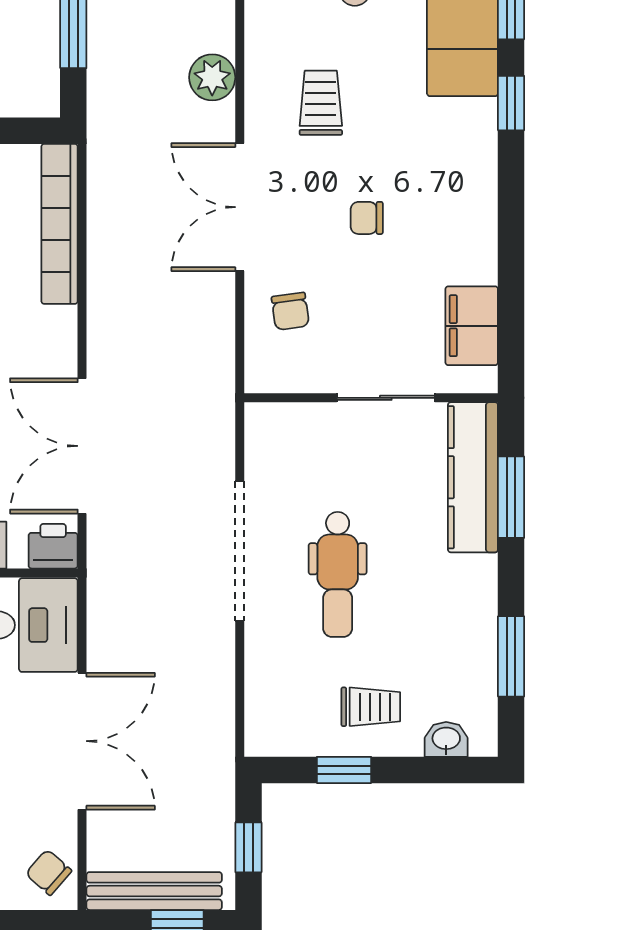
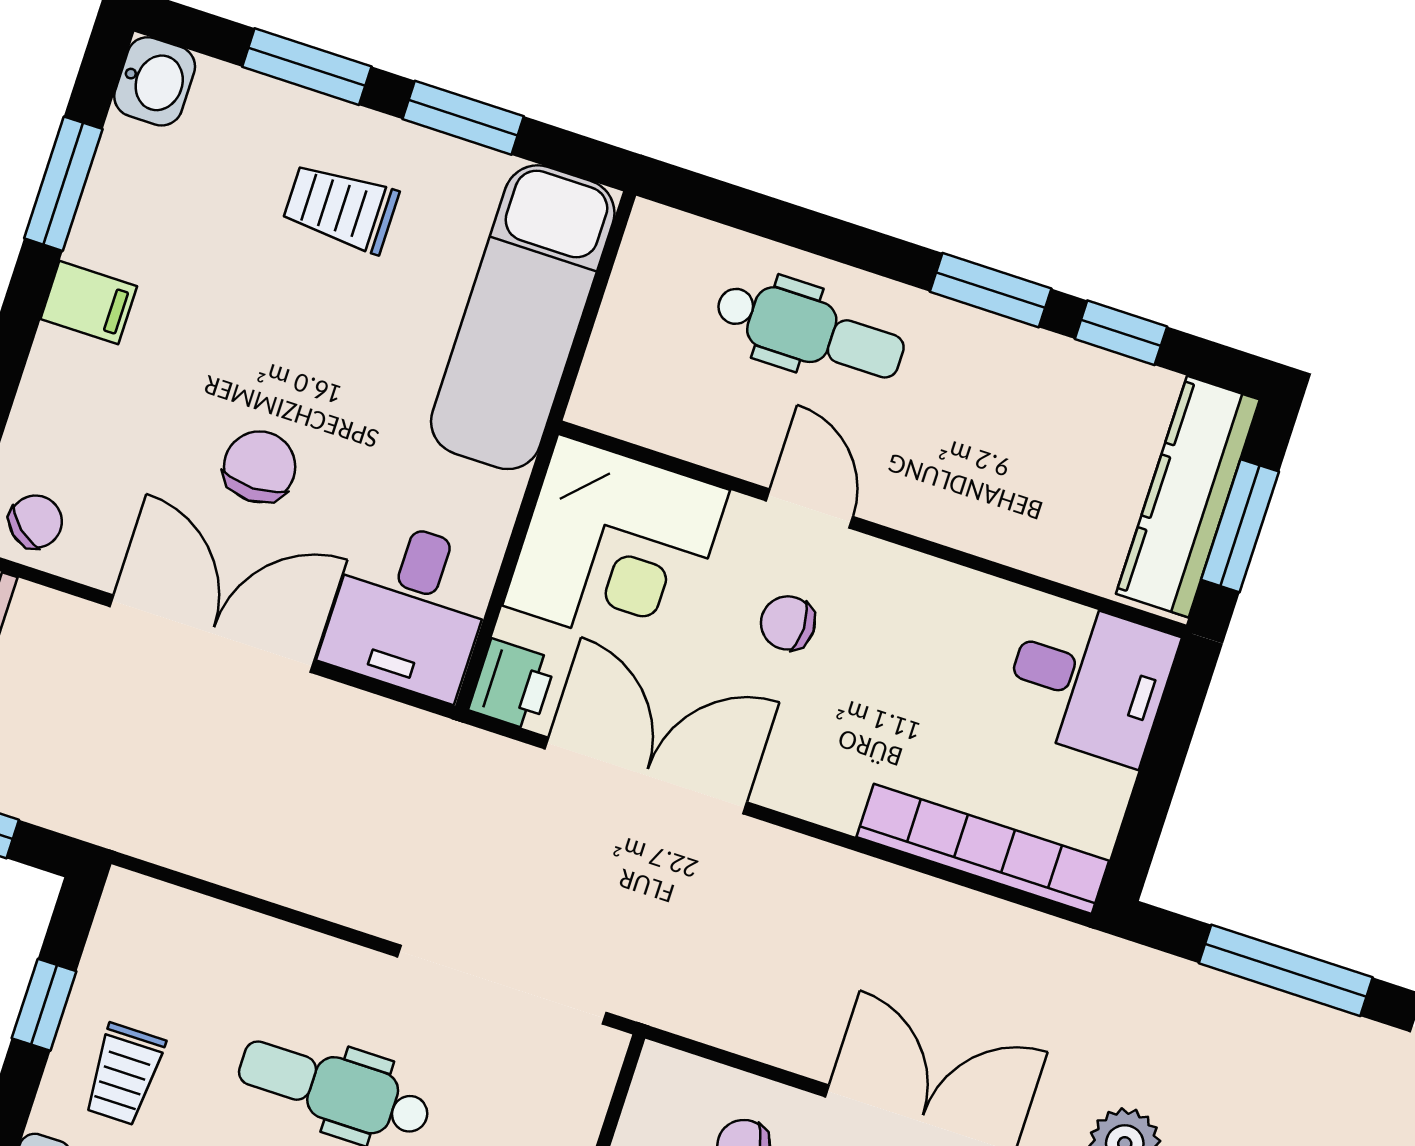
doorway: (240, 551) -> (502, 985), moved
double door: (82, 741) -> (212, 634), swing flipped

